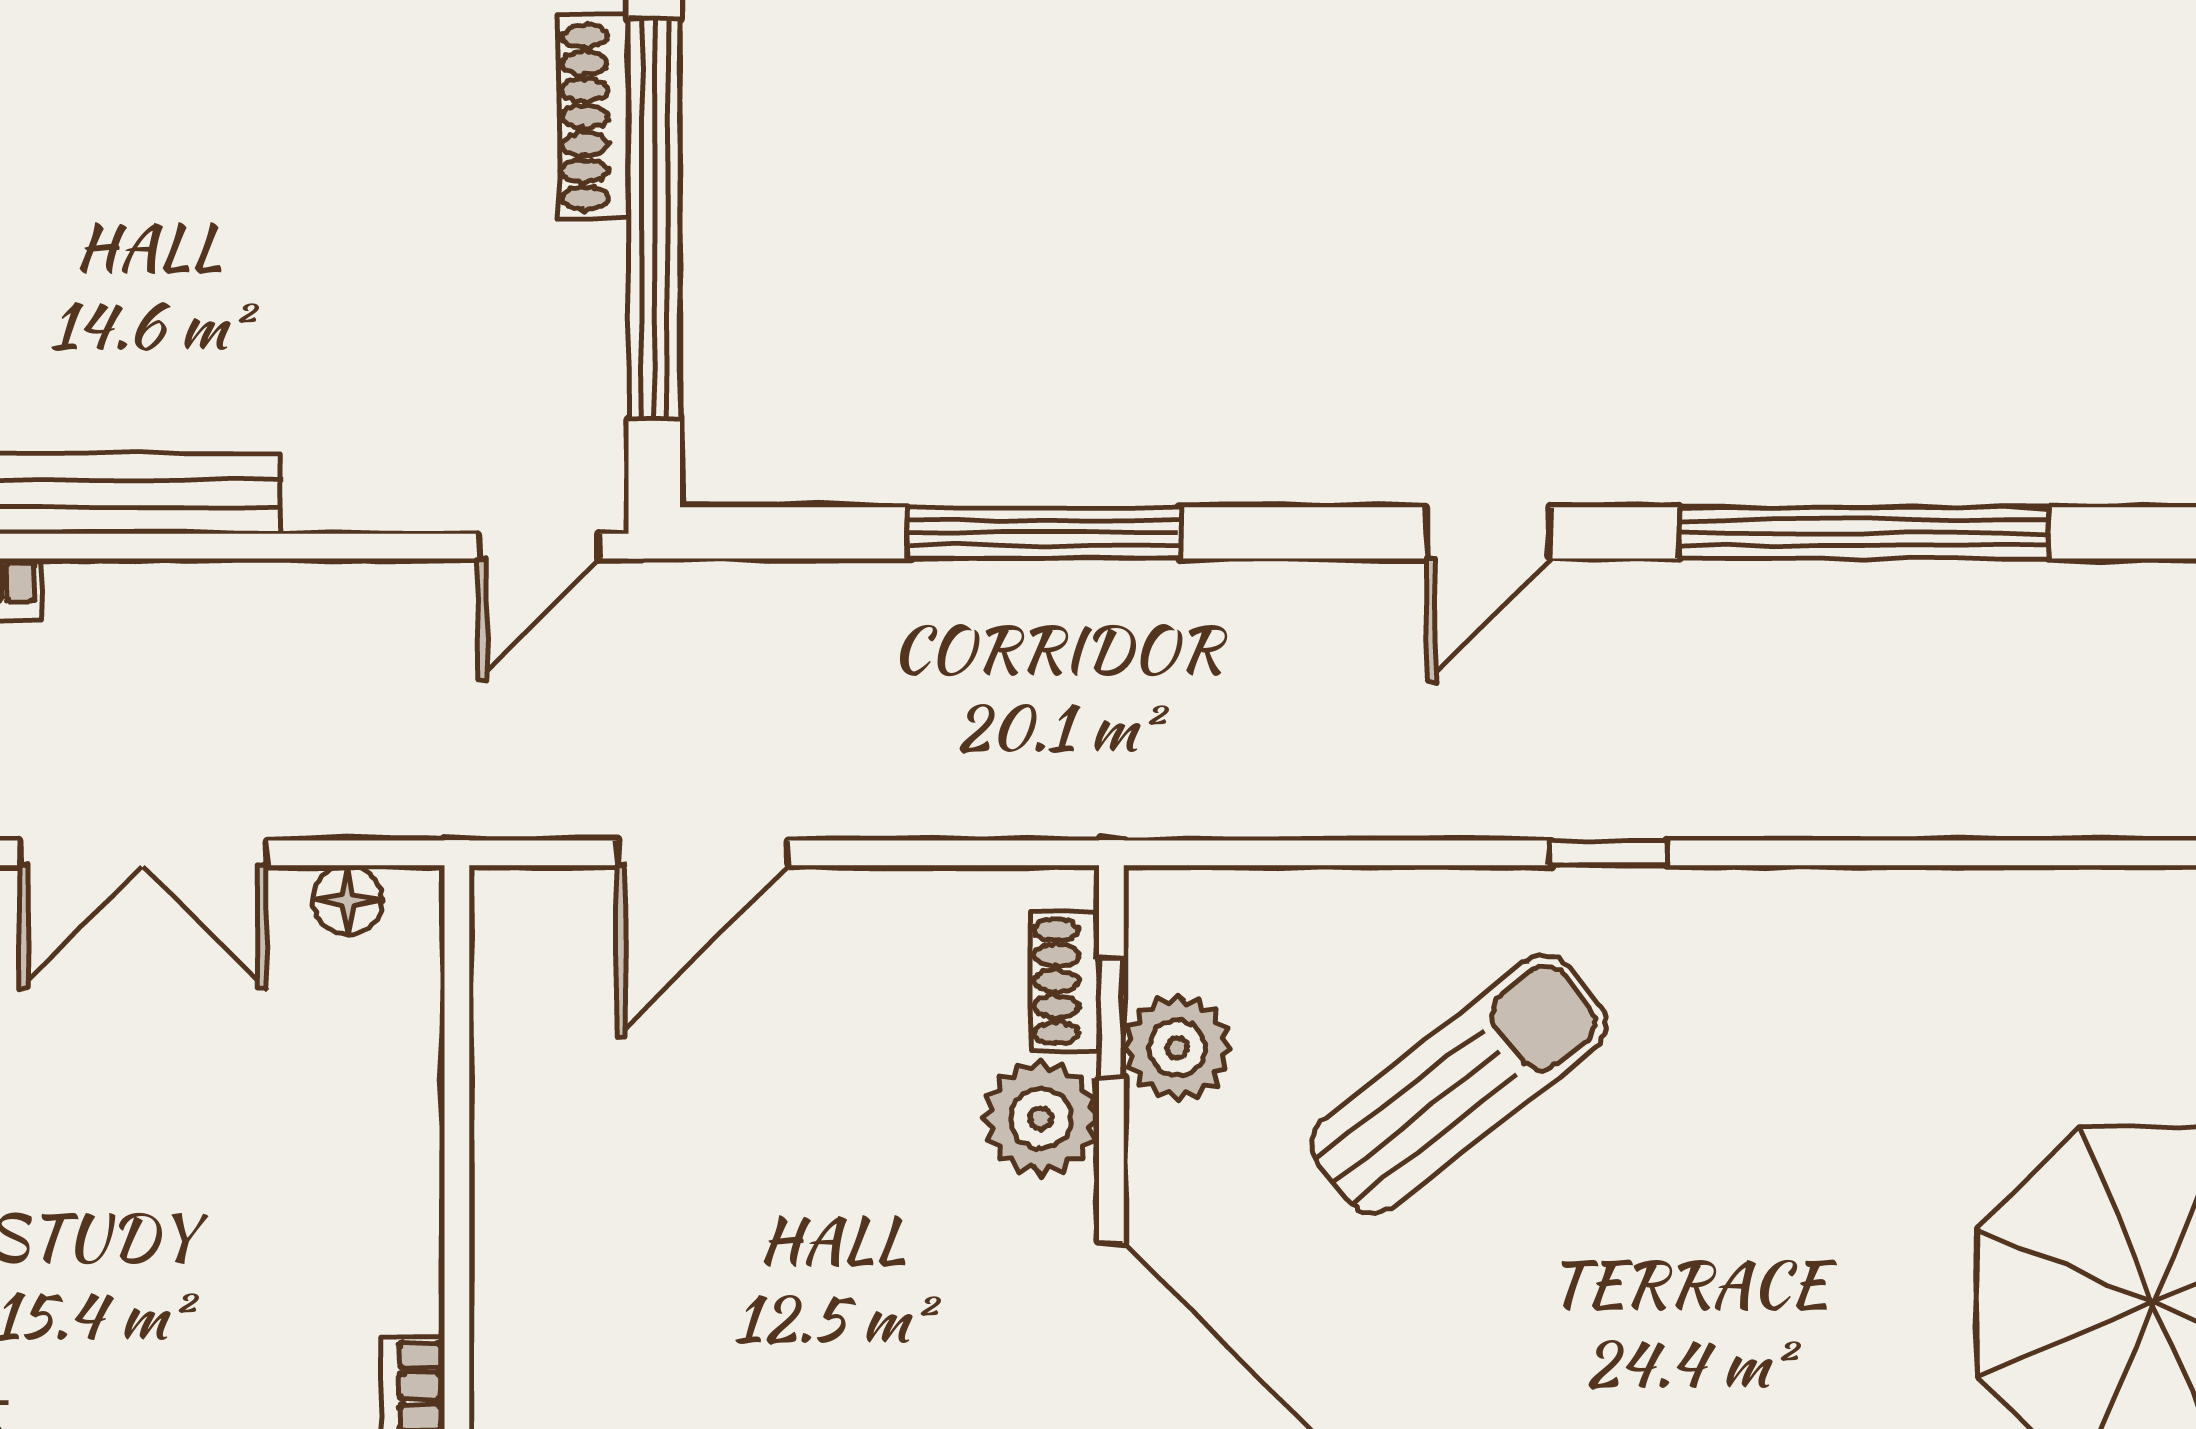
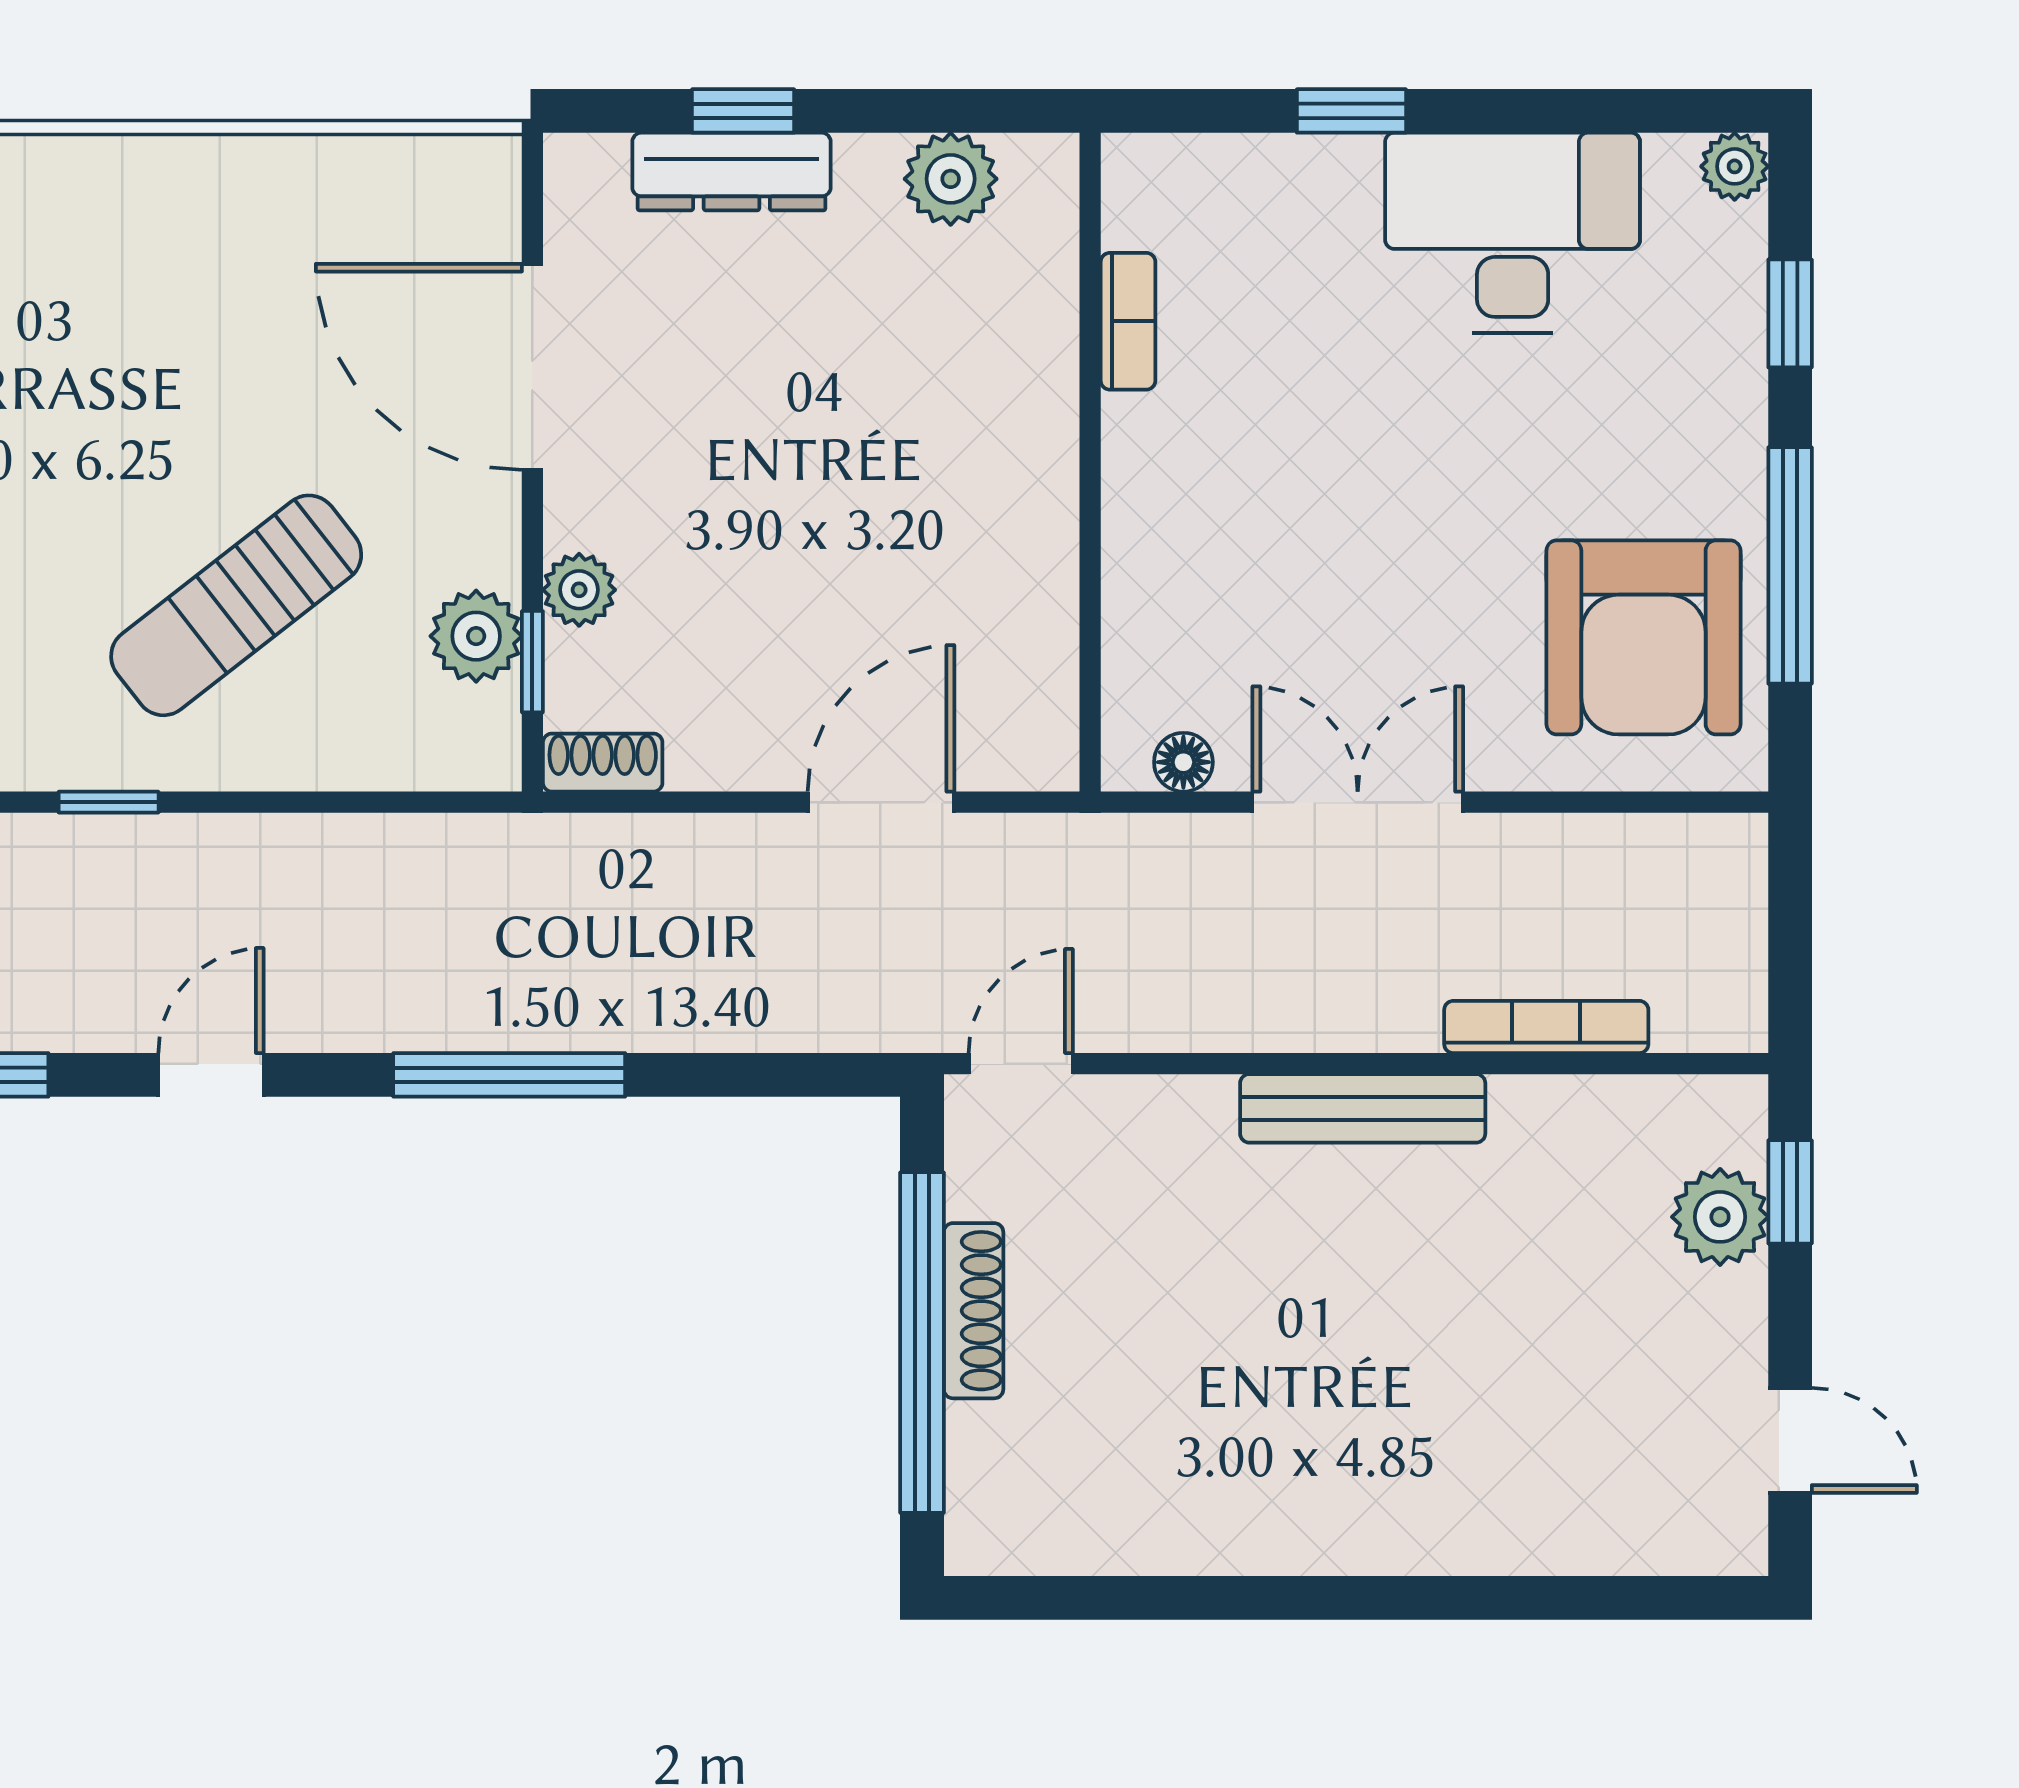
shoe rack: (594, 117) -> (974, 1311), moved
window: (1044, 533) -> (509, 1075), moved
shoe rack: (1065, 981) -> (603, 763), moved, turned -90
plant: (1041, 1118) -> (579, 590), width x0.73, depth x0.73

